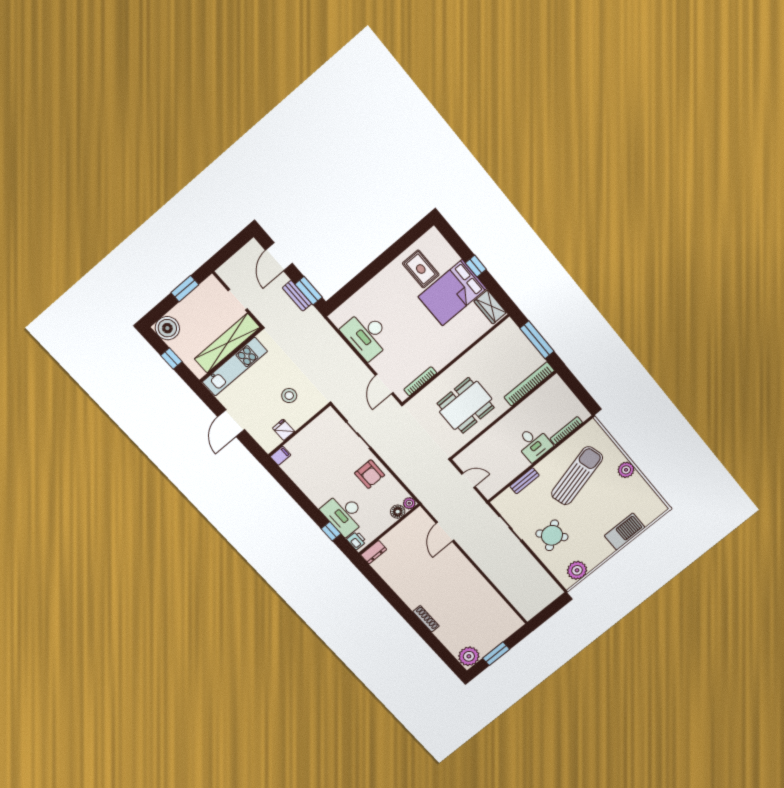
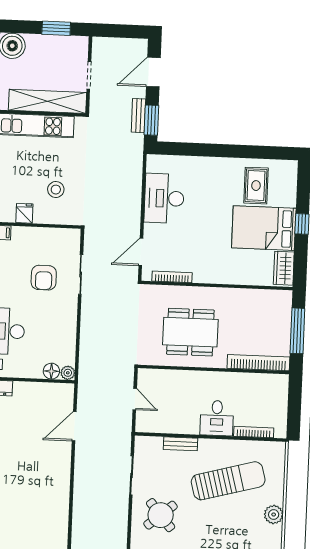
armchair: (370, 474) -> (44, 278), moved

